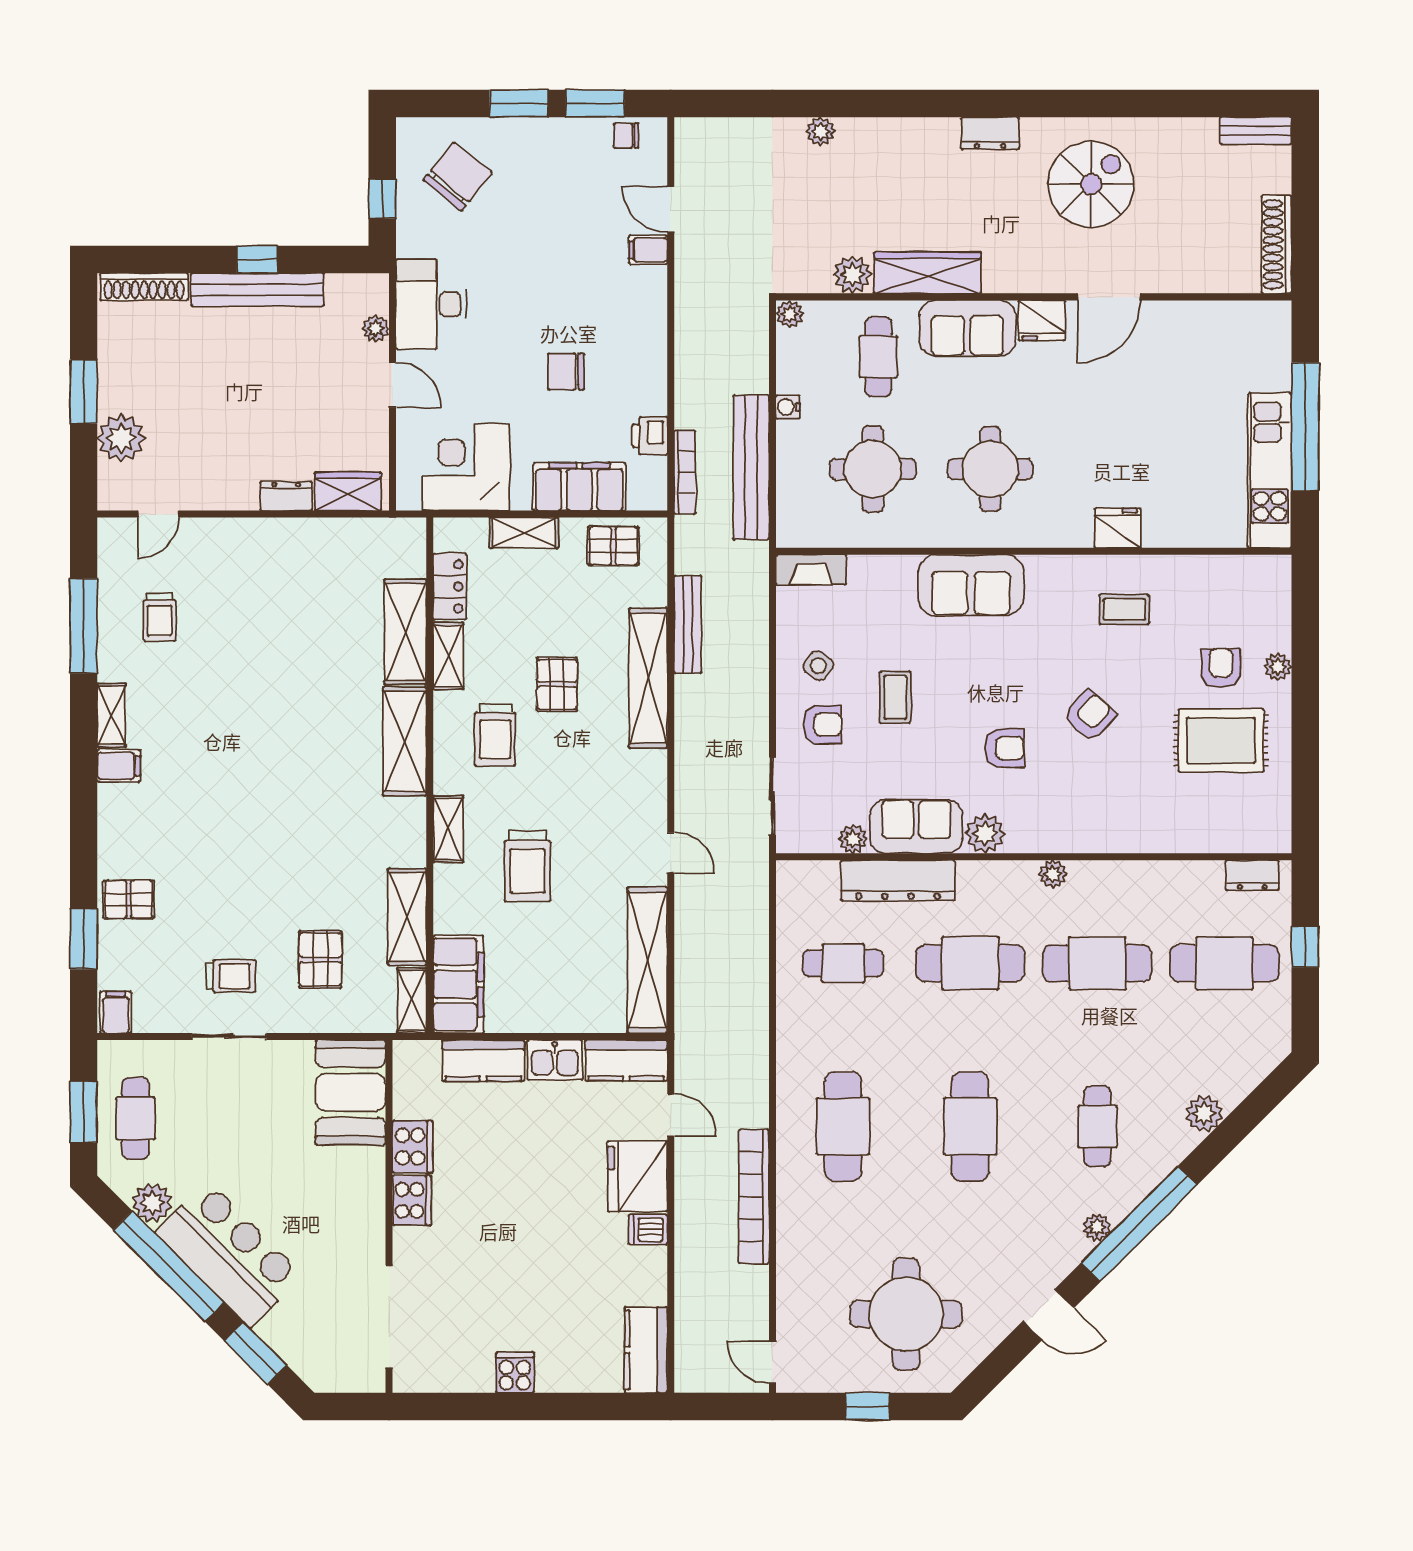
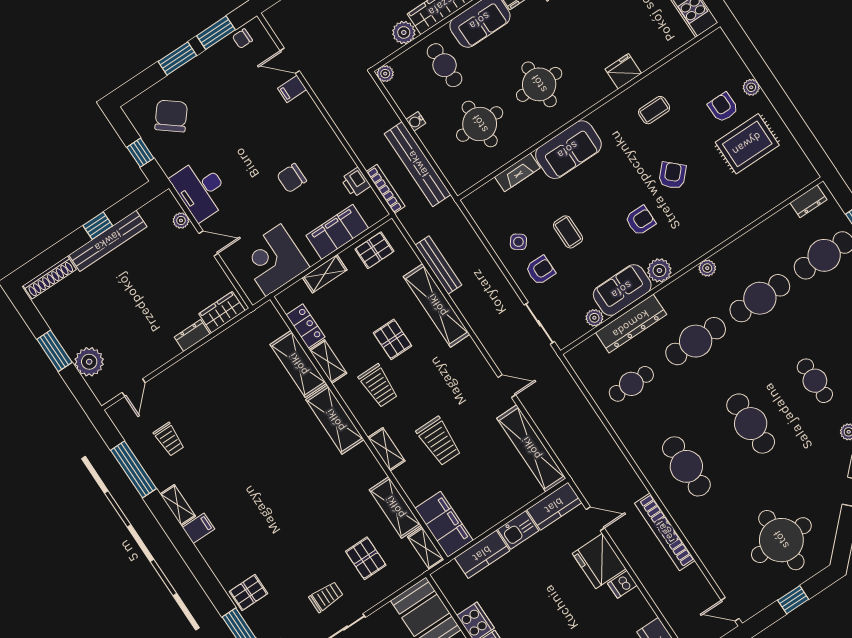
fireplace: (811, 570) -> (517, 172), moved

